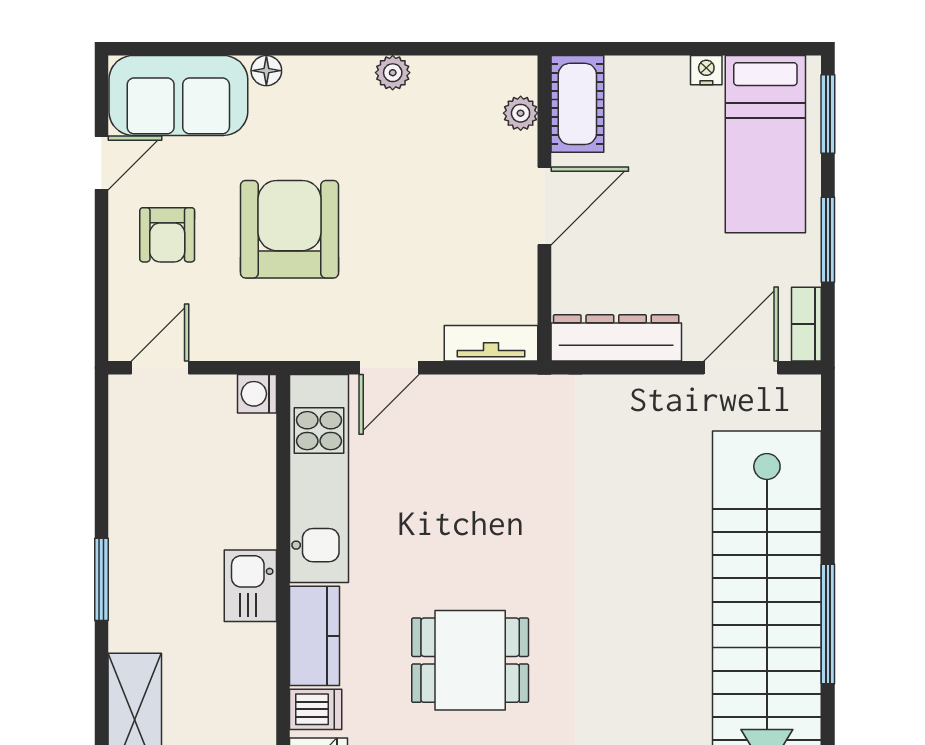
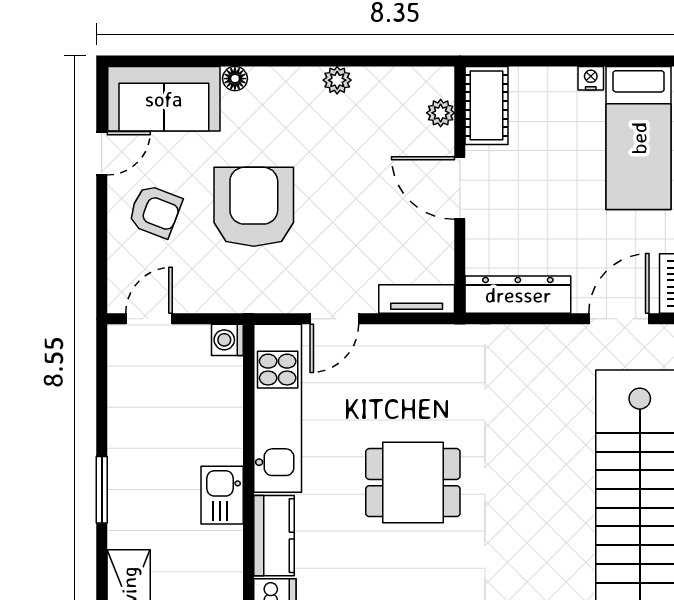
door: (544, 206) -> (460, 188), swing flipped
armchair: (167, 235) -> (155, 211), turned -69
dining table: (470, 660) -> (413, 483), moved

